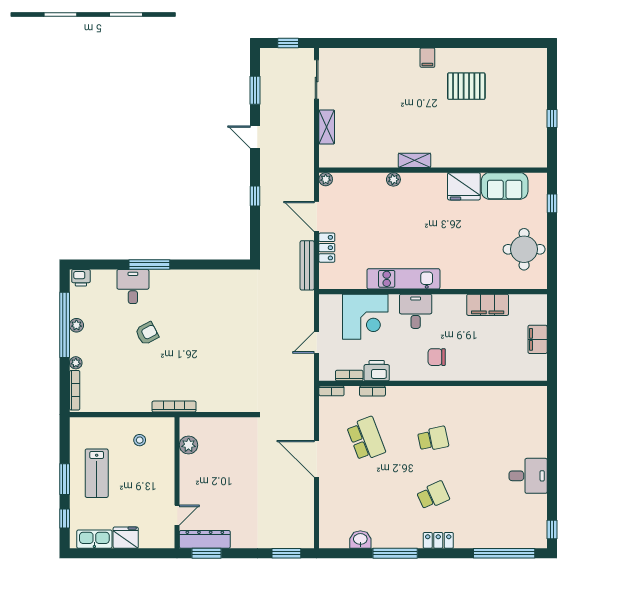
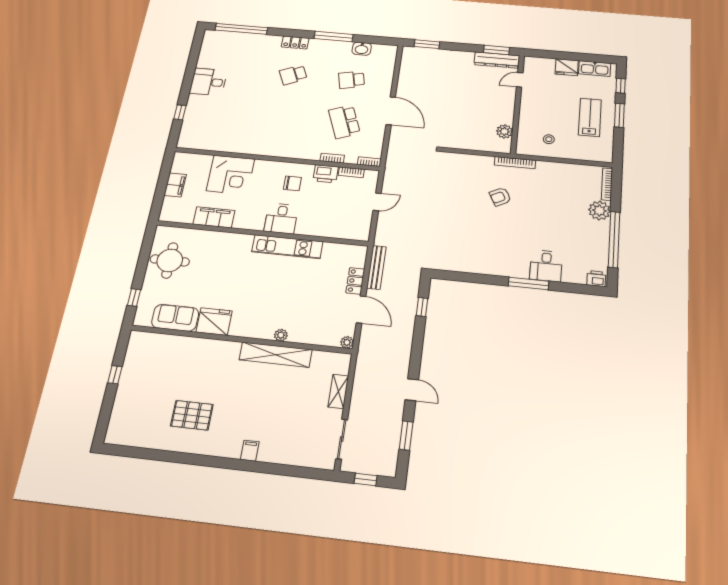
filing cabinet: (427, 58) -> (250, 451), moved
shelving: (414, 160) -> (276, 355), width x2.20, depth x1.33
window: (255, 196) -> (422, 307), moved
corner desk: (365, 317) -> (231, 175), moved, turned 180
plant: (76, 325) -> (603, 238), removed
armchair: (147, 333) -> (500, 197), moved
chair: (437, 357) -> (292, 183), moved
plant: (76, 363) -> (599, 211), width x1.87, depth x1.87
school desk: (433, 439) -> (351, 80), moved
window: (552, 529) -> (180, 112), moved

